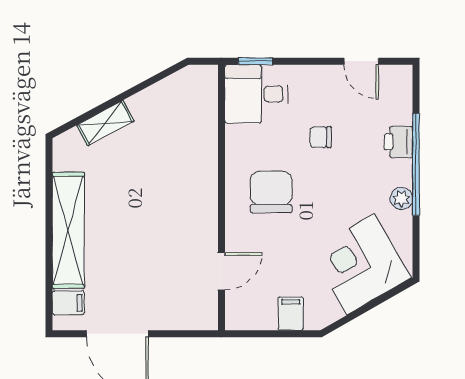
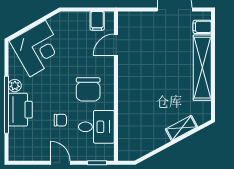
door: (361, 61) -> (60, 163), moved
desk: (256, 94) -> (96, 127), moved
printer: (398, 142) -> (20, 110), width x1.87, depth x1.48
filing cabinet: (291, 314) -> (97, 21), moved

